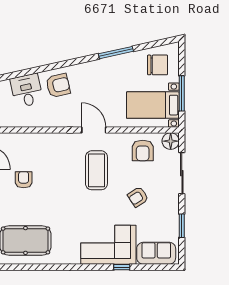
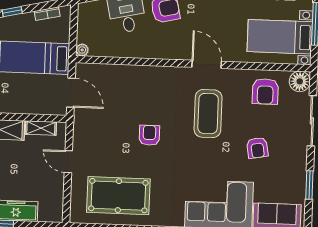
armchair: (24, 180) -> (149, 135), moved
armchair: (138, 197) -> (257, 148), turned -67

